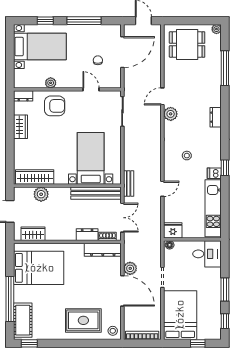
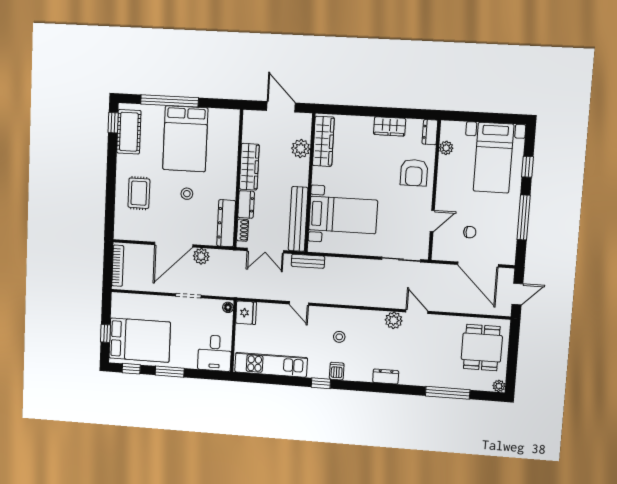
plant: (51, 83) -> (446, 148), moved
dishwasher: (214, 173) -> (337, 371), moved
wardrobe: (33, 234) -> (249, 167), moved, width x1.50
bed: (39, 268) -> (185, 139), moved
bed: (180, 315) -> (140, 340), moved
cot: (23, 320) -> (129, 132), moved, turned 90
rug: (83, 320) -> (139, 193), width x0.73, depth x0.70
stool: (113, 331) -> (187, 194), moved

